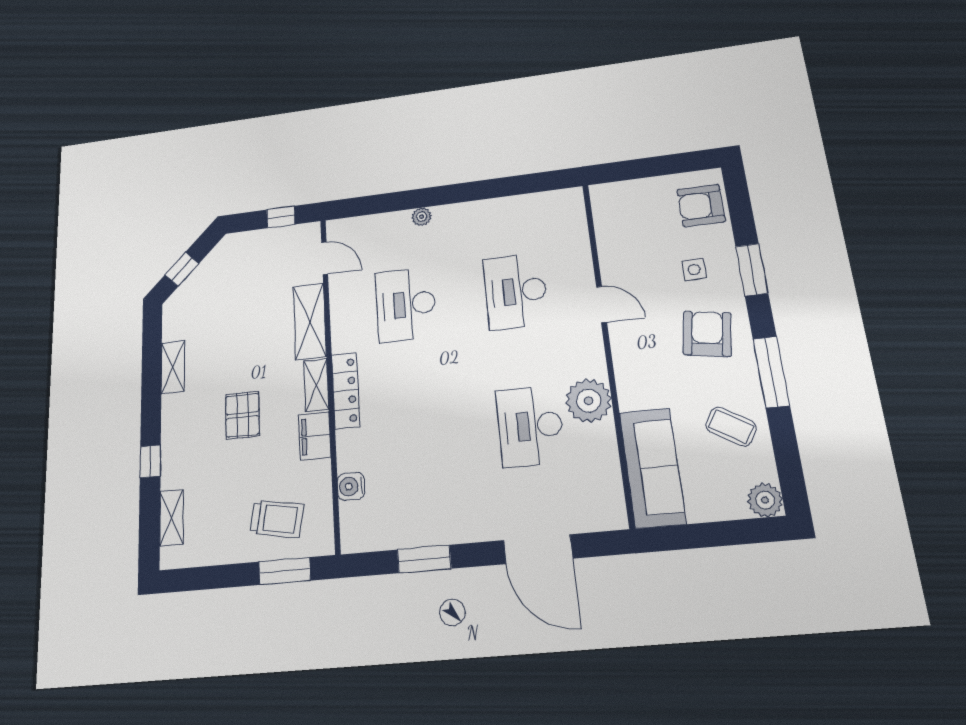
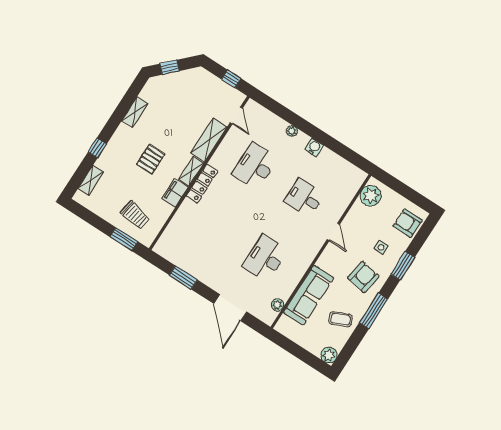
plant: (612, 212) -> (371, 196), added
desk: (516, 291) -> (304, 198), width x0.73
plant: (589, 401) -> (277, 305), moved, width x0.53, depth x0.53
coffee table: (731, 427) -> (340, 319), turned -56
sofa: (652, 467) -> (309, 295), moved
water cooler: (351, 486) -> (314, 147), moved, turned 90

